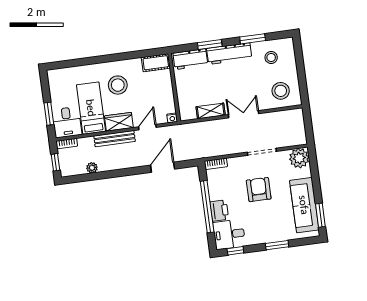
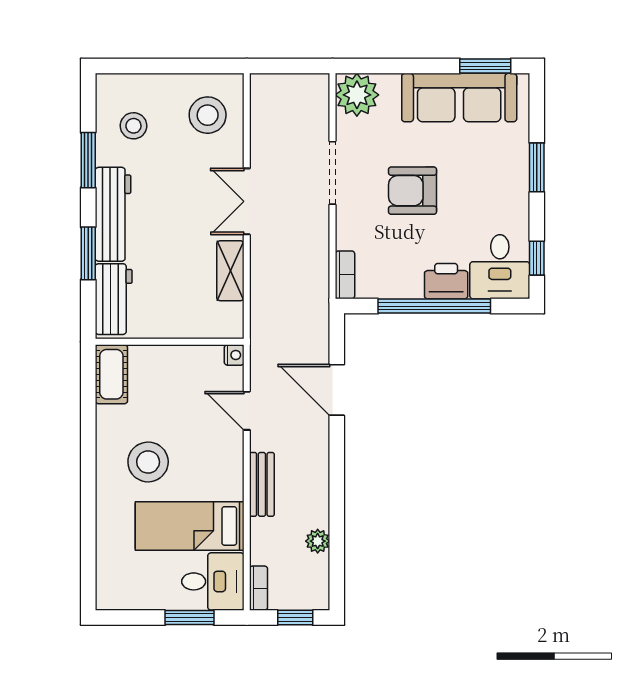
wardrobe: (119, 122) -> (227, 470), removed
bench: (115, 139) -> (262, 484), width x0.73

